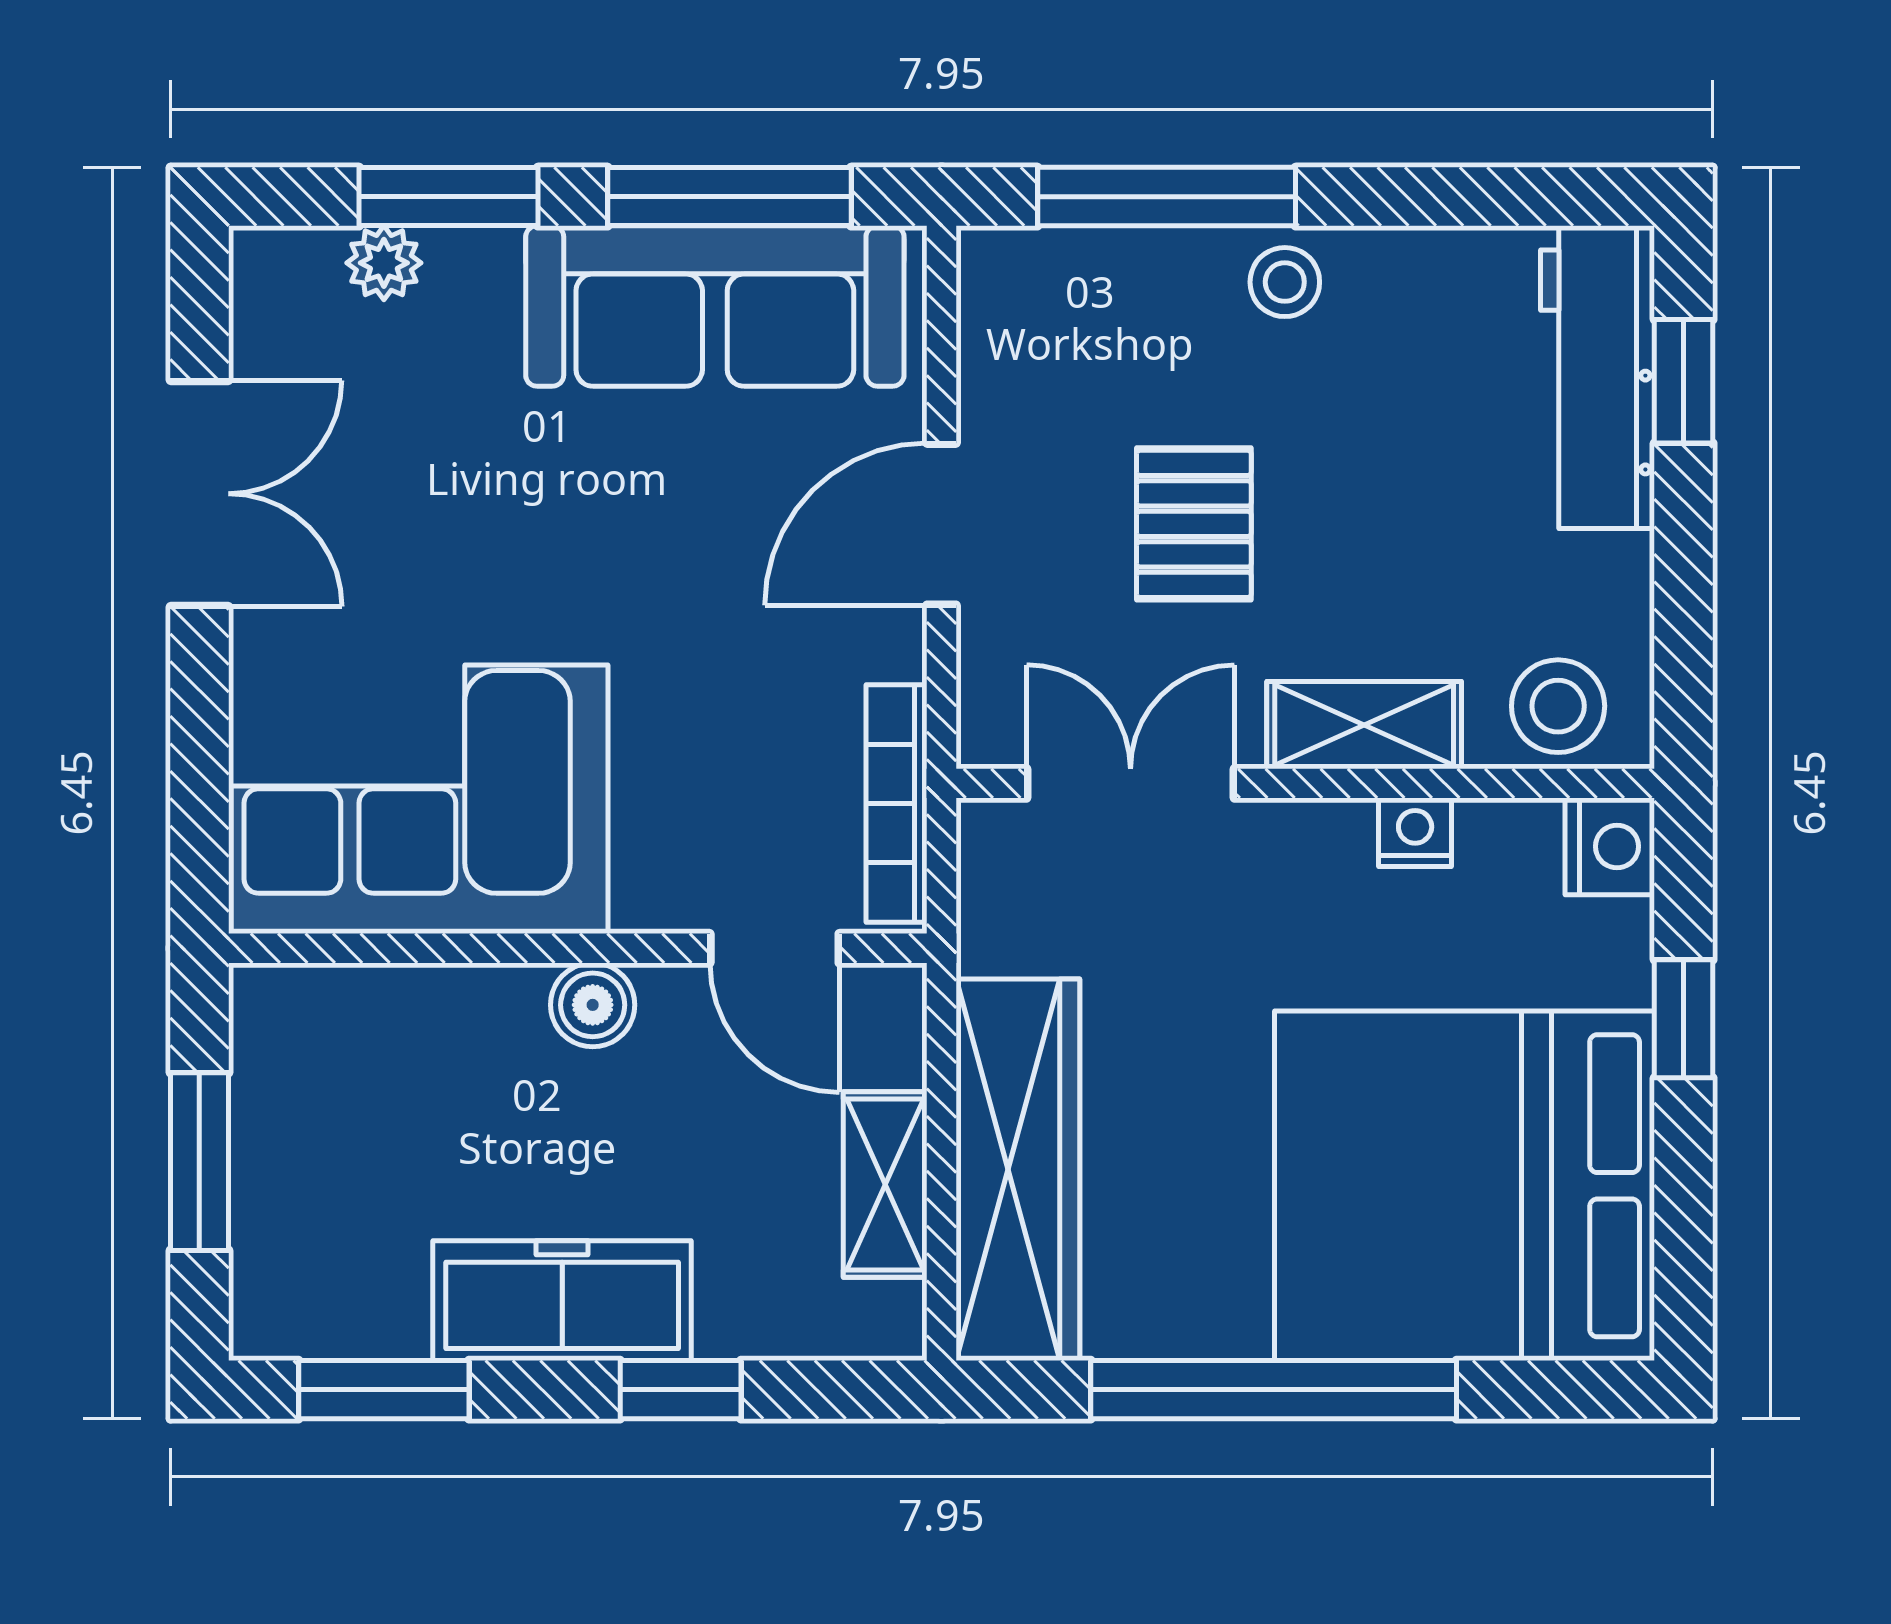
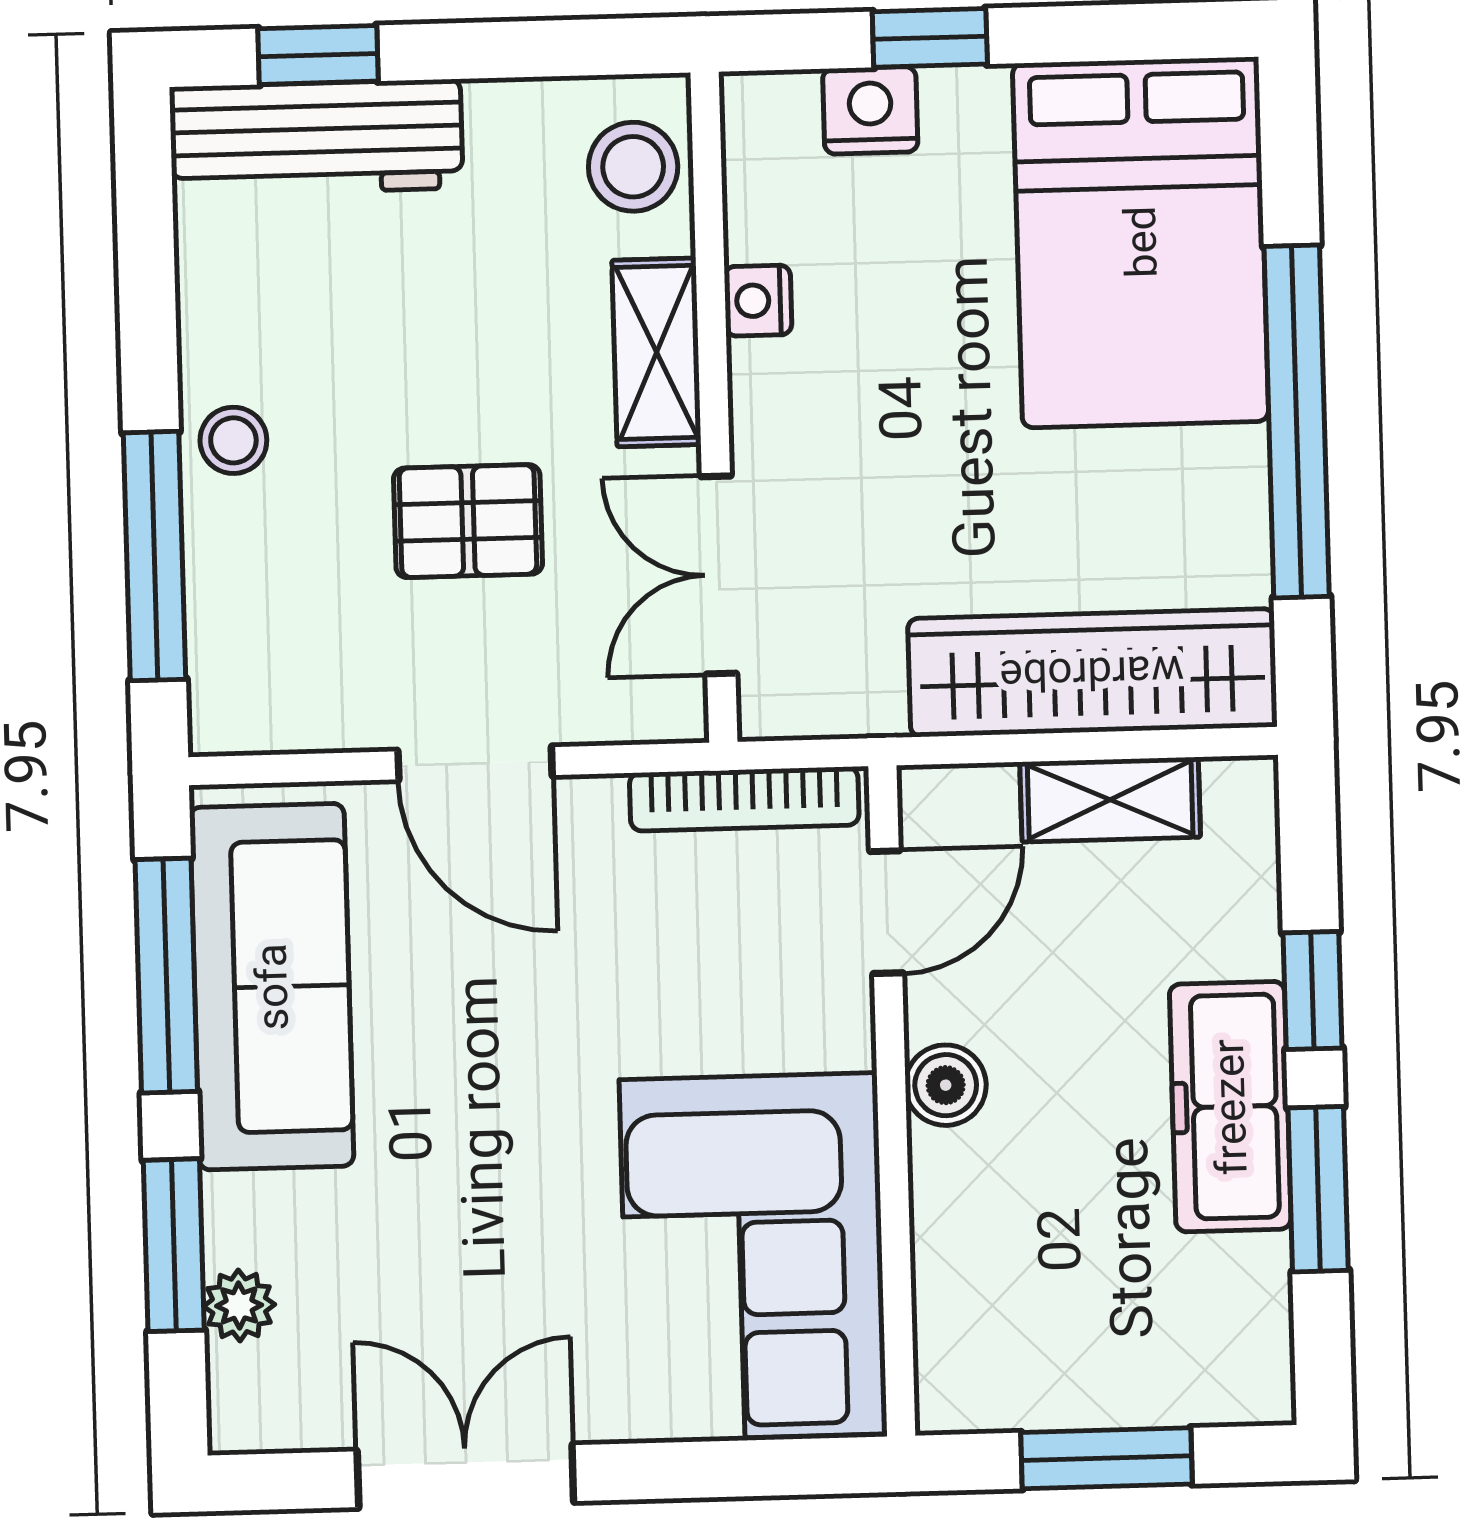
nightstand: (1610, 846) -> (870, 110), moved
bed: (1465, 1186) -> (1141, 242), width x0.73
window: (384, 1390) -> (1318, 1189), moved

